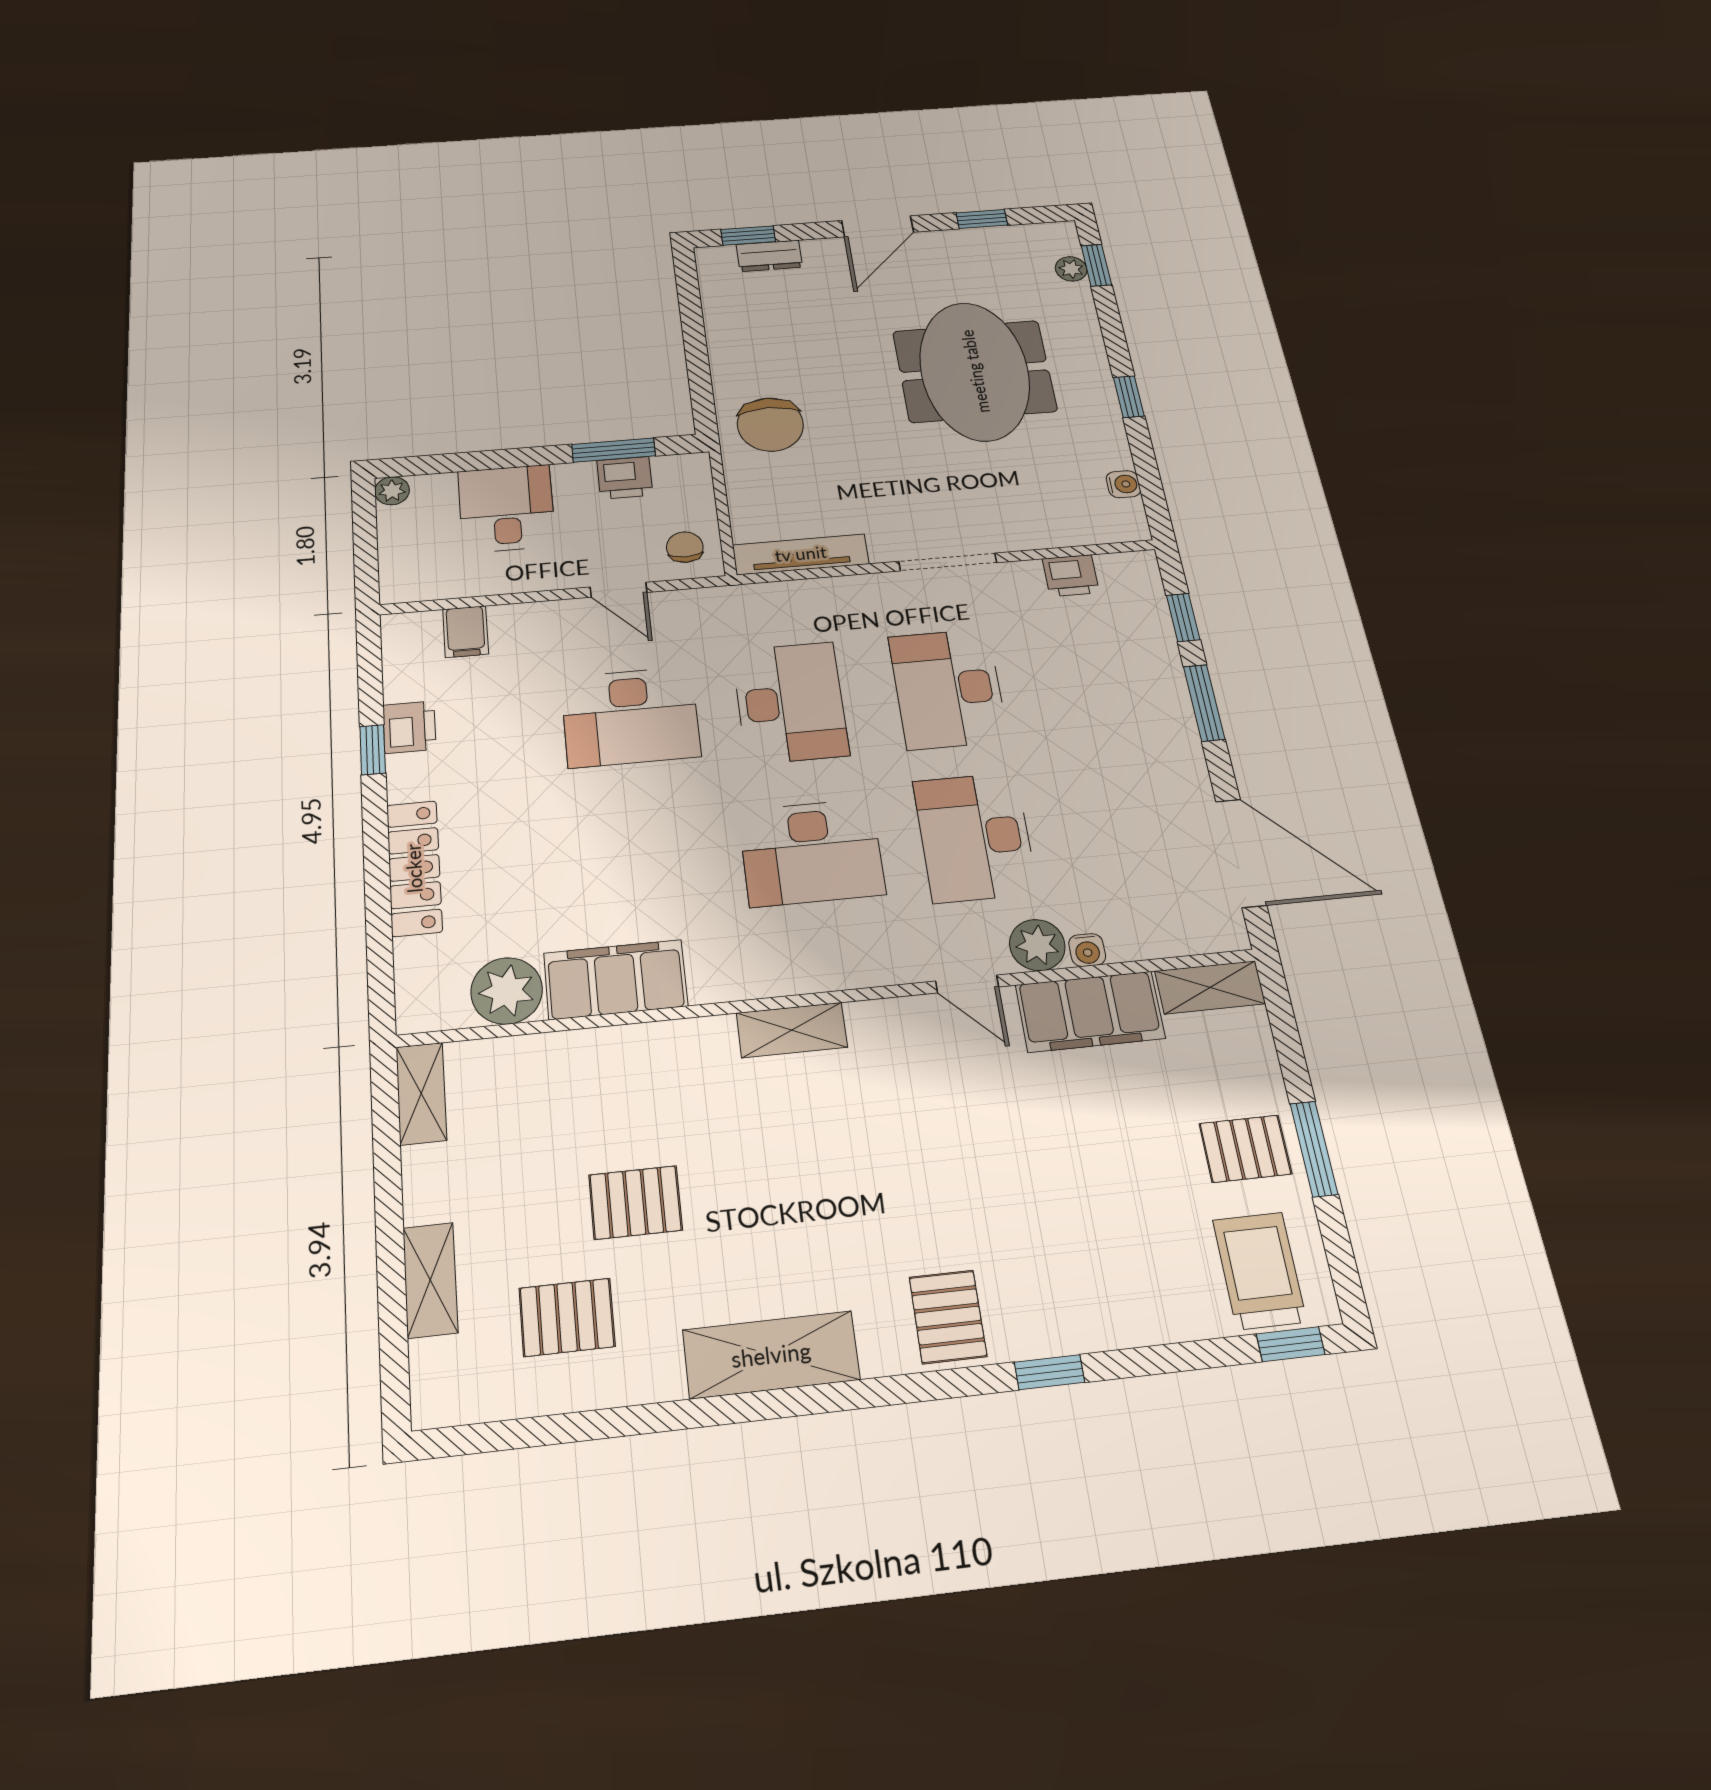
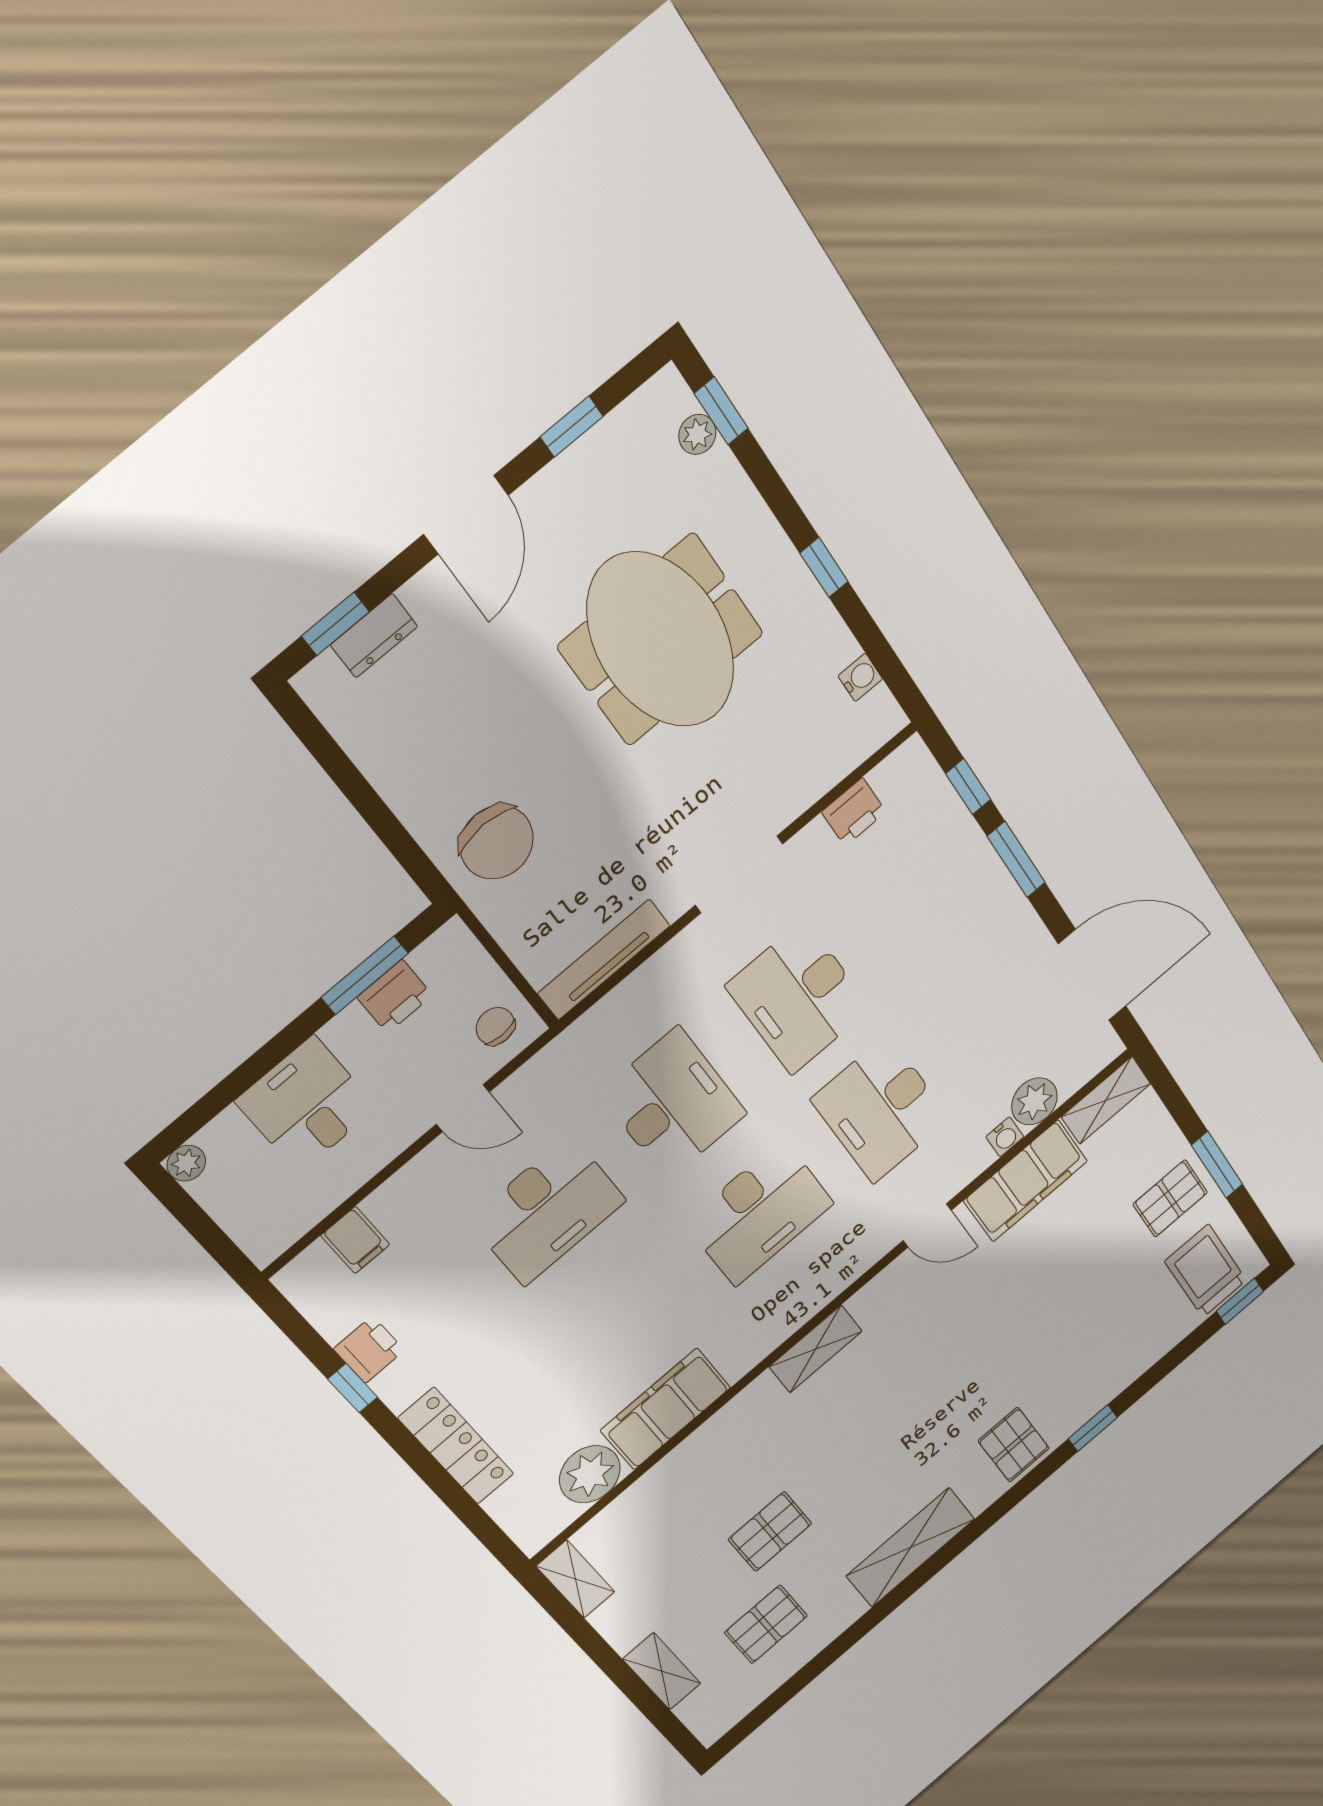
plant: (1037, 945) -> (1034, 1101), moved

